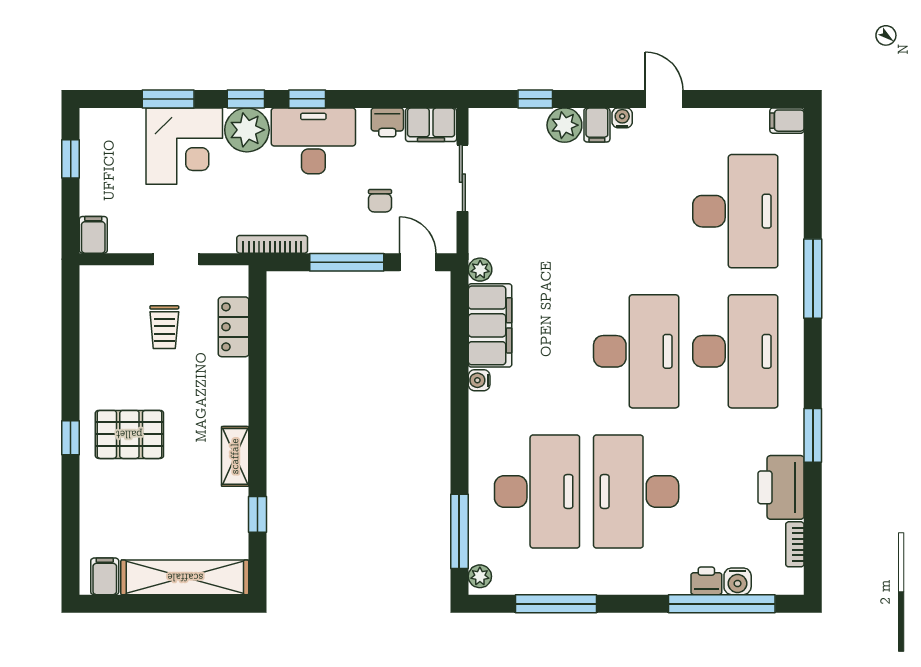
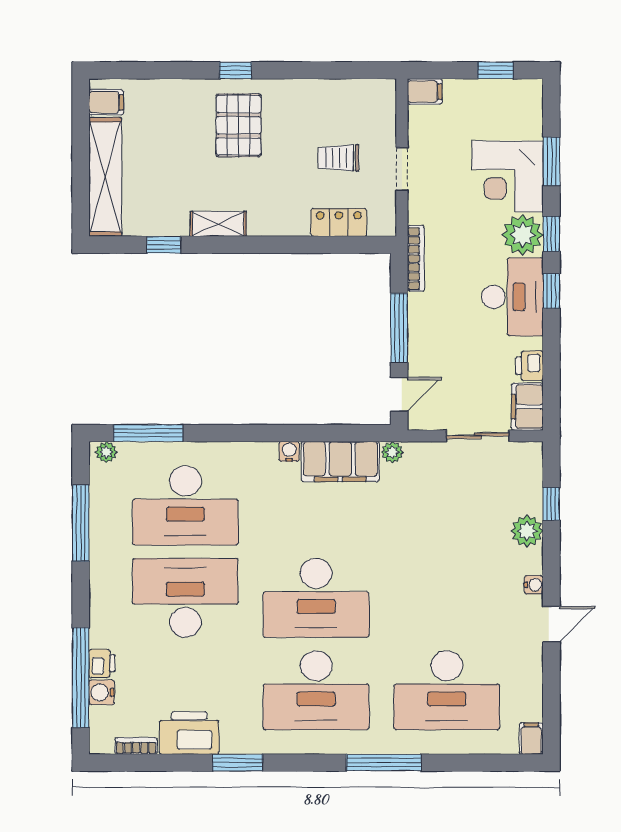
filing cabinet: (597, 125) -> (527, 561), removed
chair: (380, 201) -> (456, 359), removed

